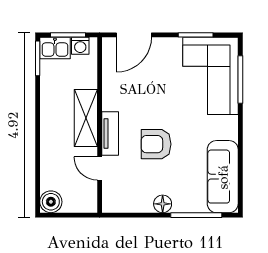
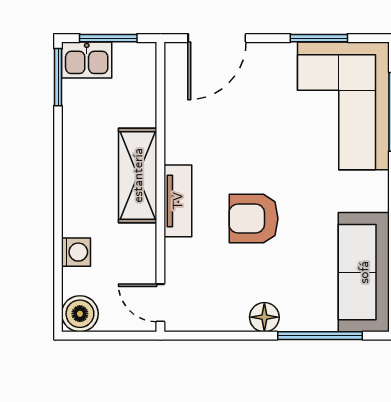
washing machine: (80, 46) -> (76, 252), moved, turned -90
door: (100, 169) -> (160, 303), moved

